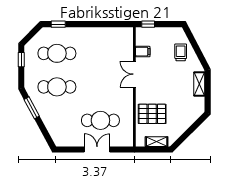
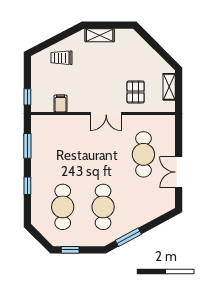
window: (58, 24) -> (27, 186), moved
window: (107, 24) -> (27, 146), added
double door: (134, 74) -> (106, 114), moved
pallet: (152, 114) -> (136, 92), width x0.67, depth x0.71
double door: (97, 150) -> (179, 172), moved

